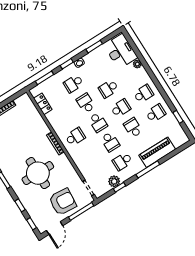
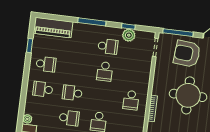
school desk: (156, 113) -> (46, 64), turned 180
school desk: (98, 122) -> (102, 97), removed
school desk: (133, 128) -> (75, 68), removed
school desk: (75, 137) -> (131, 100), turned -90
school desk: (110, 142) -> (105, 71), turned 180
piano: (157, 152) -> (53, 28), moved

